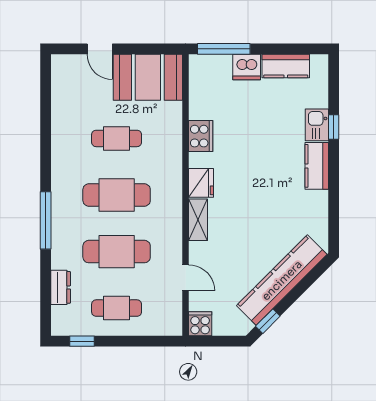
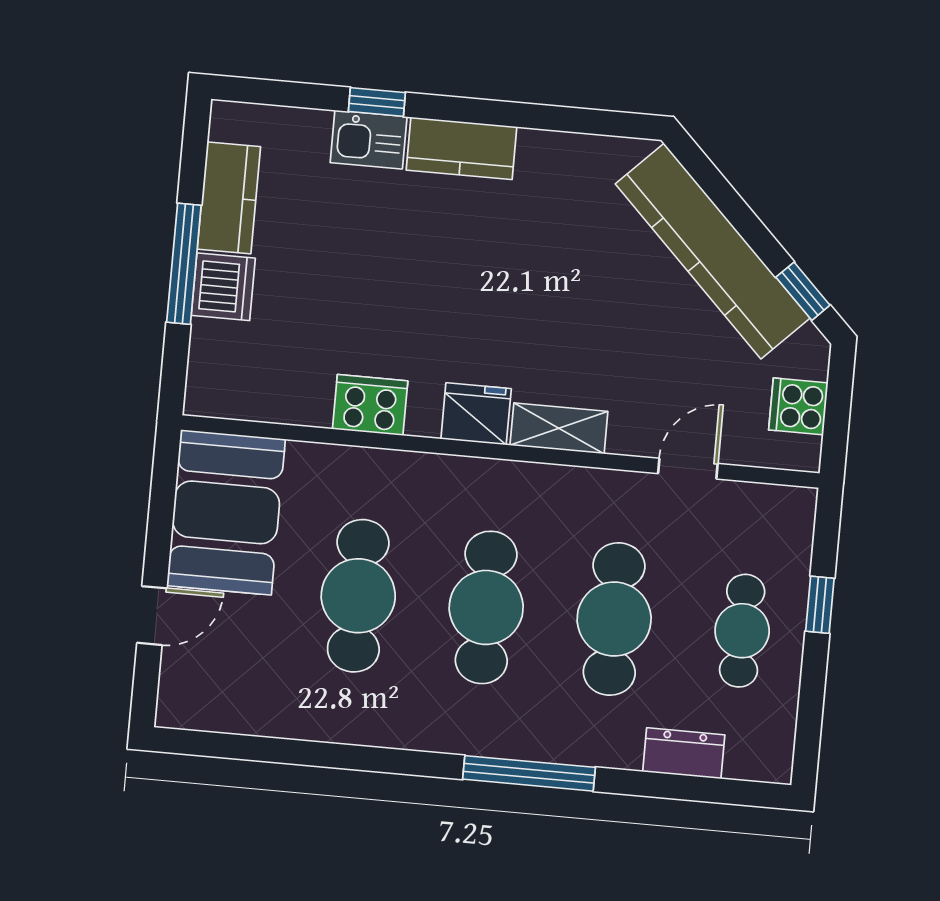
window: (224, 49) -> (184, 264), moved
cafe table: (117, 138) -> (358, 596), width x1.37, depth x1.35
cooker: (200, 324) -> (798, 406), moved
window: (82, 341) -> (820, 605), moved

